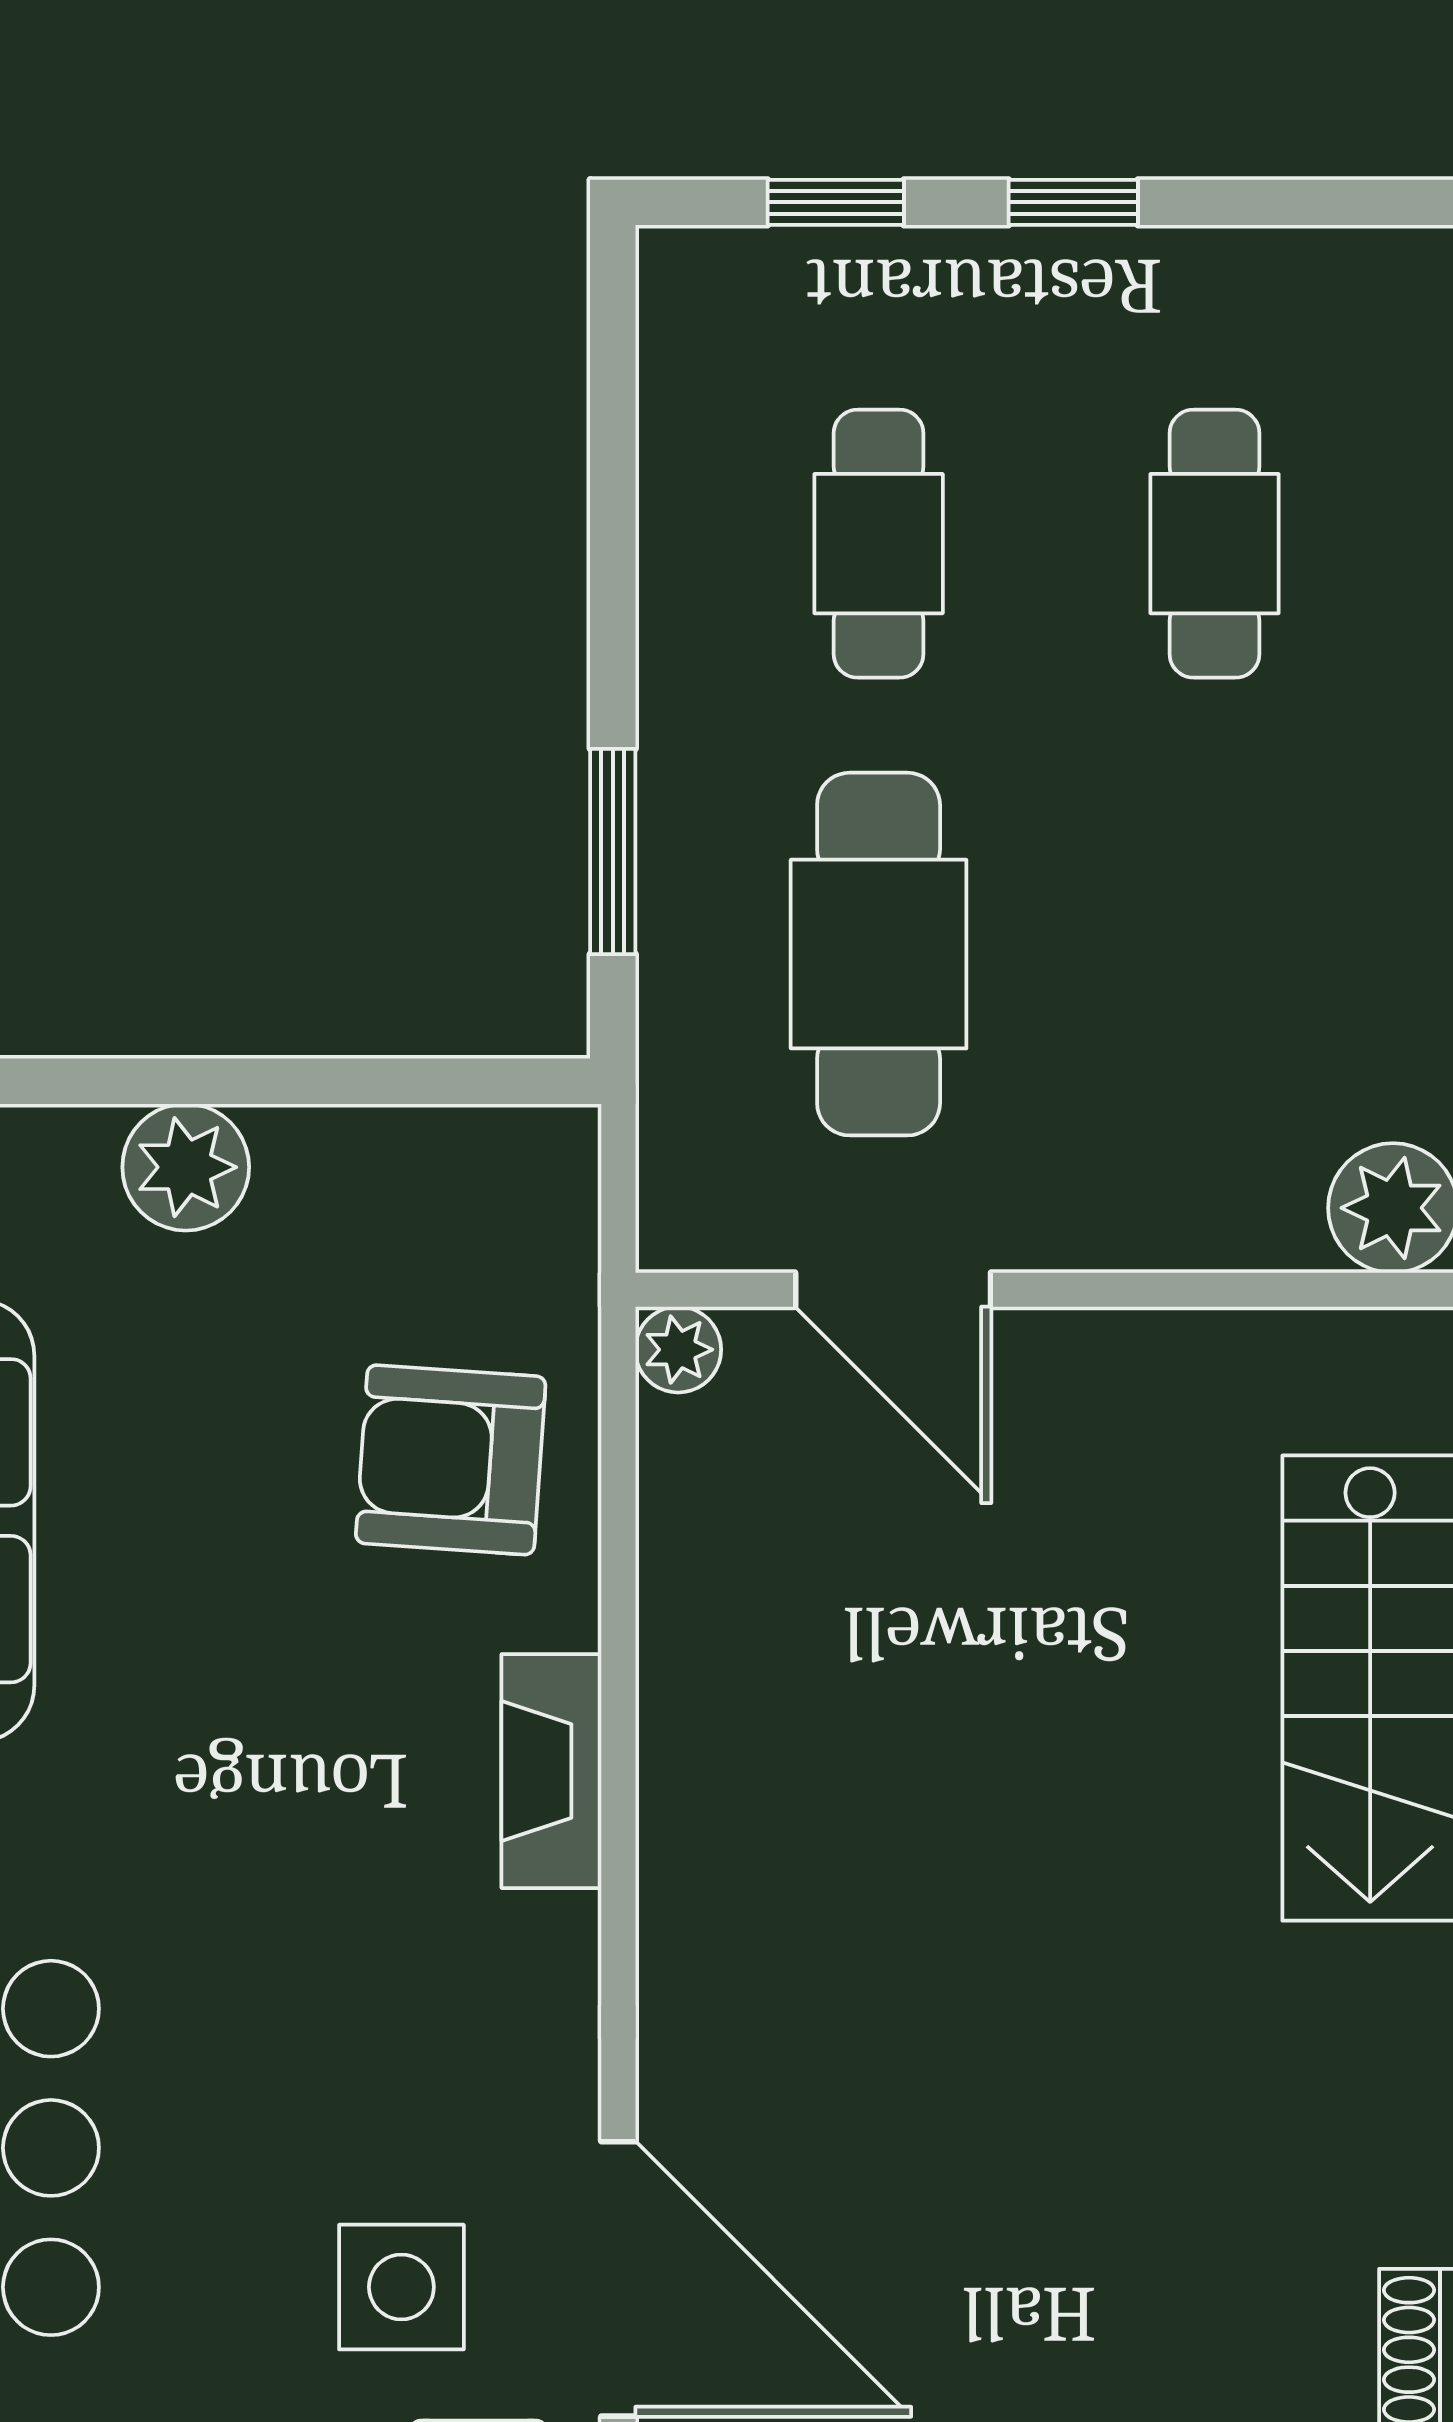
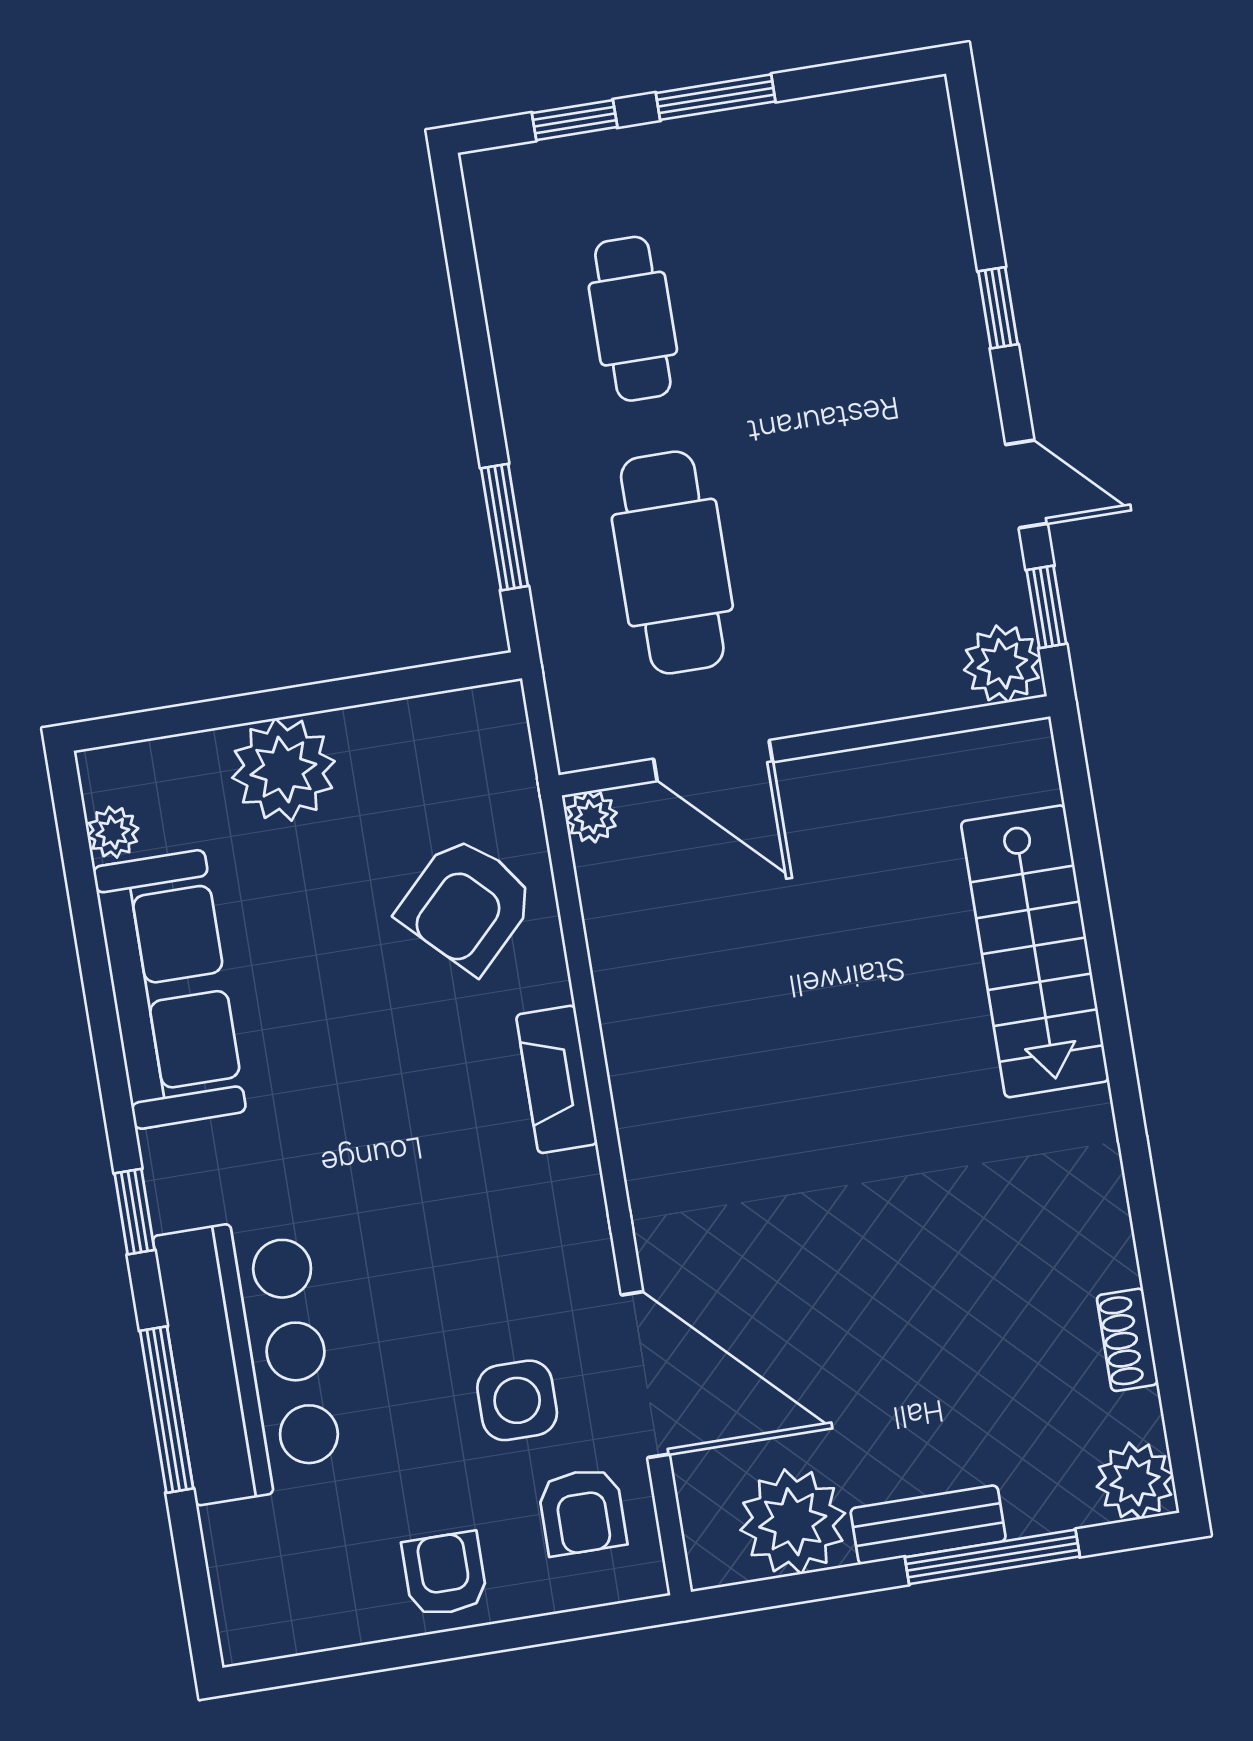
window: (1073, 202) -> (716, 97), width x1.50
cafe table: (1215, 544) -> (832, 286), removed
plant: (186, 1167) -> (283, 769), width x1.36, depth x1.36
armchair: (451, 1460) -> (467, 904), turned -49

